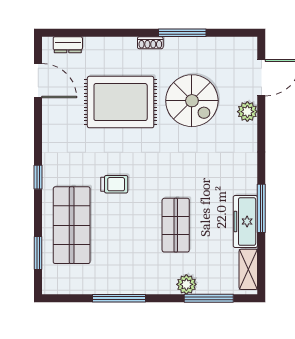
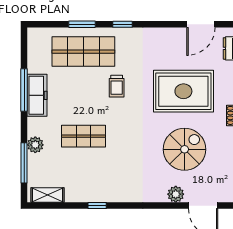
spiral stairs: (192, 101) -> (185, 149), turned 180
rug: (121, 102) -> (183, 91), turned 90
window: (261, 208) -> (97, 206), width x0.46
freezer: (245, 222) -> (37, 95), moved, turned 90
window: (38, 253) -> (82, 24), moved

